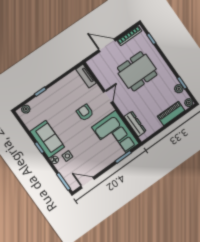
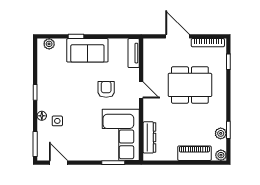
door: (108, 97) -> (141, 90), hinge flipped
sofa: (47, 139) -> (87, 50), moved, turned 90

